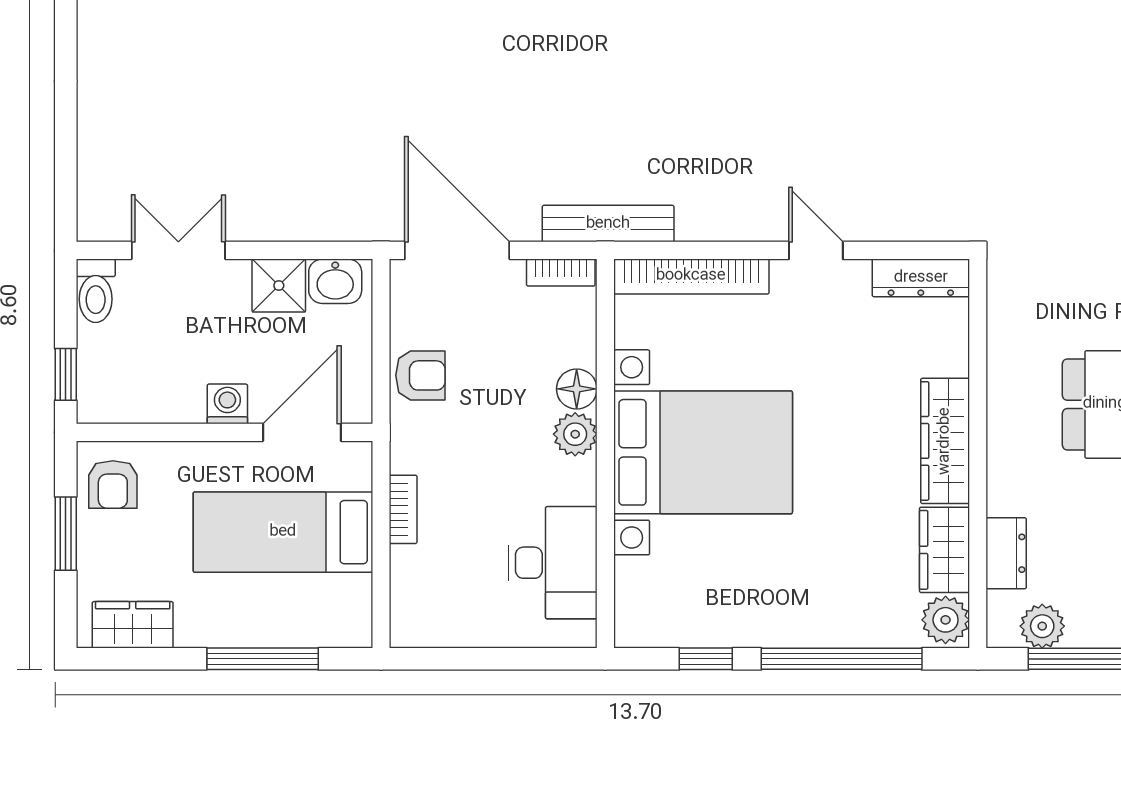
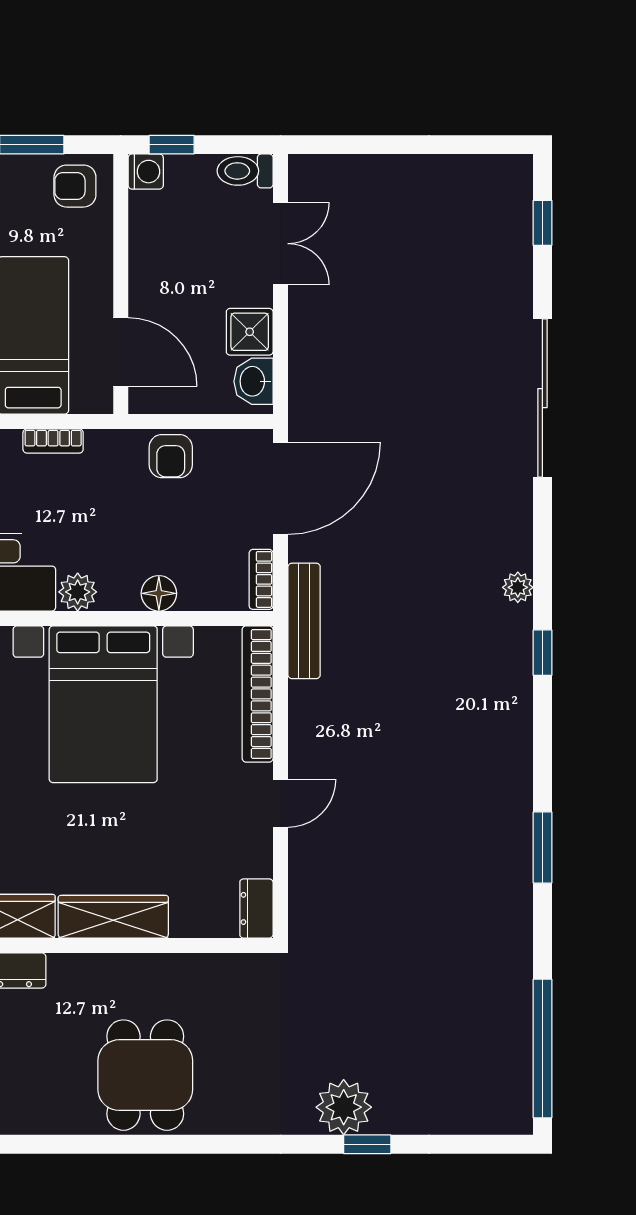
dresser: (921, 278) -> (256, 908), width x0.70
washing machine: (227, 404) -> (146, 172), moved
plant: (575, 434) -> (78, 592), moved

